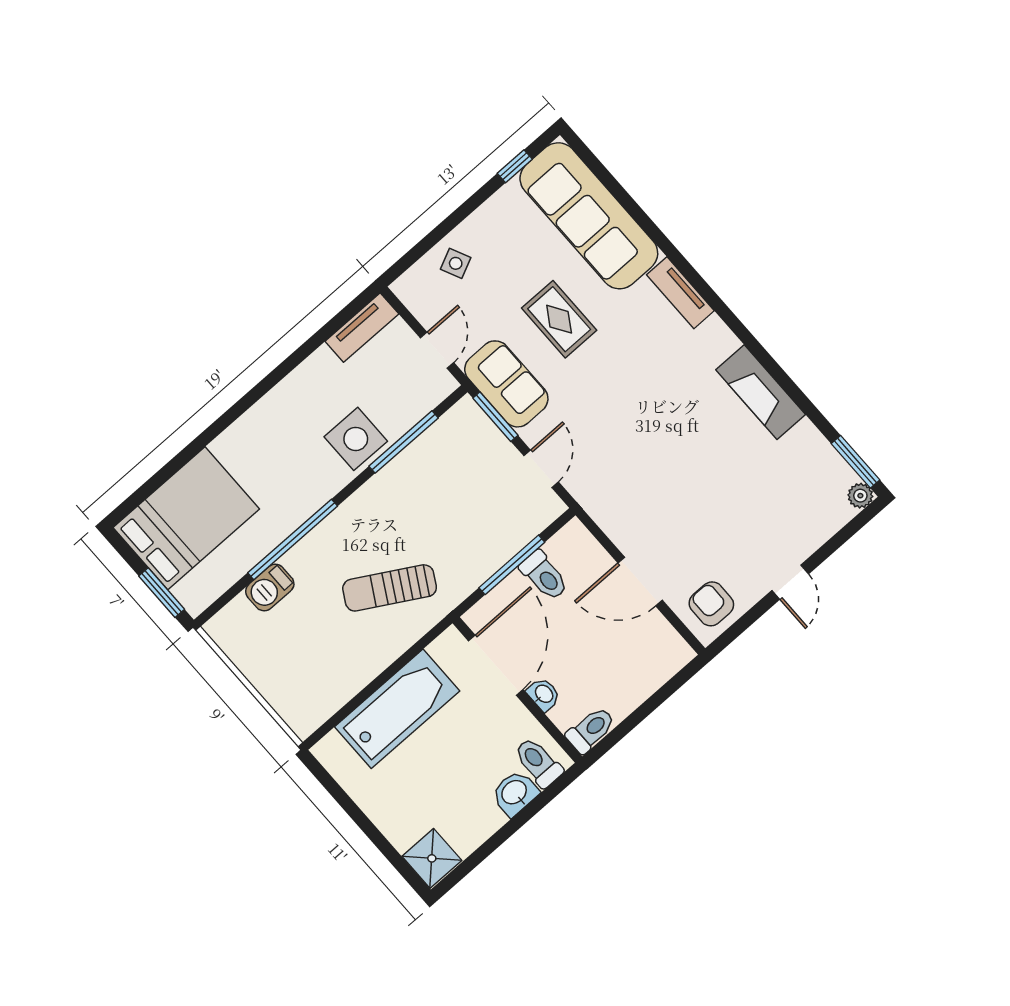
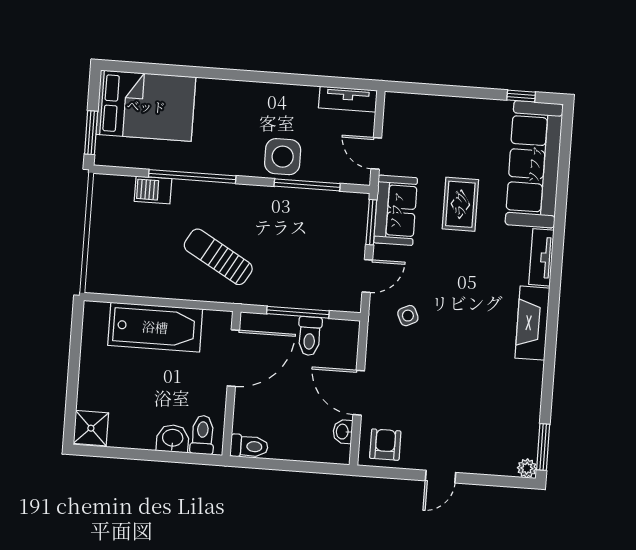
side table: (456, 263) -> (408, 316), moved
door: (437, 350) -> (376, 153), swing flipped
fireplace: (761, 392) -> (532, 323), moved
washbasin: (544, 694) -> (343, 432), moved, turned 180

